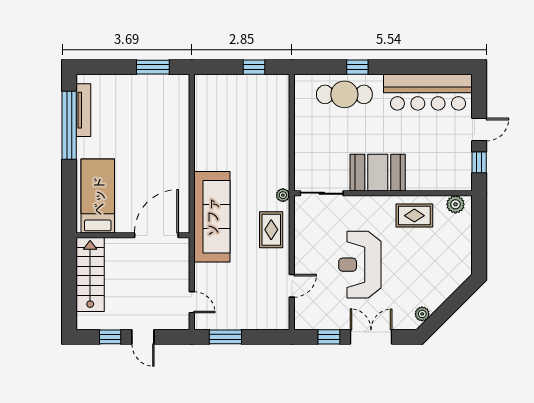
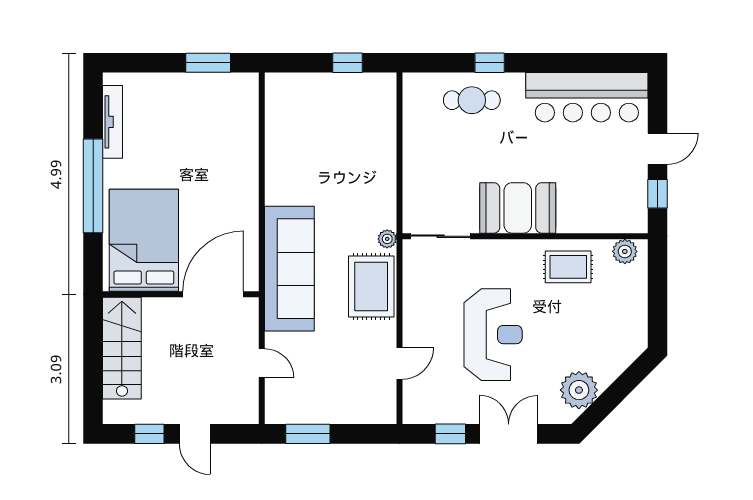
cafe table: (344, 94) -> (472, 100), width x0.73, depth x0.74
window: (69, 125) -> (93, 186), moved
bed: (98, 196) -> (144, 240), width x1.50
rug: (271, 230) -> (371, 286), width x1.36, depth x1.43
reception desk: (360, 265) -> (493, 335), turned 180
door: (192, 302) -> (262, 363), moved
plant: (422, 314) -> (579, 390), width x1.88, depth x1.88

